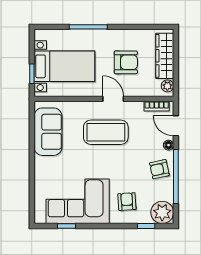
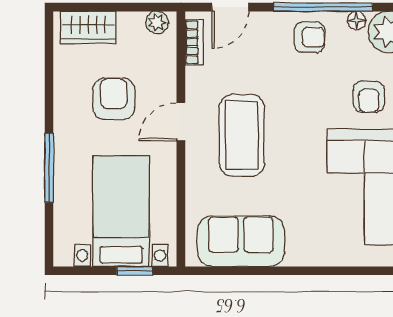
wardrobe: (165, 56) -> (88, 27), width x0.67
floor lamp: (169, 145) -> (357, 20), moved
armchair: (159, 169) -> (310, 37), turned -78
armchair: (127, 202) -> (369, 97), turned -86

